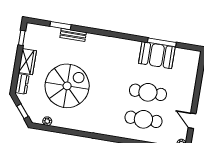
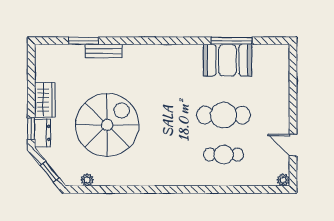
window: (22, 38) -> (31, 129), moved
cafe table: (143, 119) -> (224, 155), width x0.73, depth x0.74

